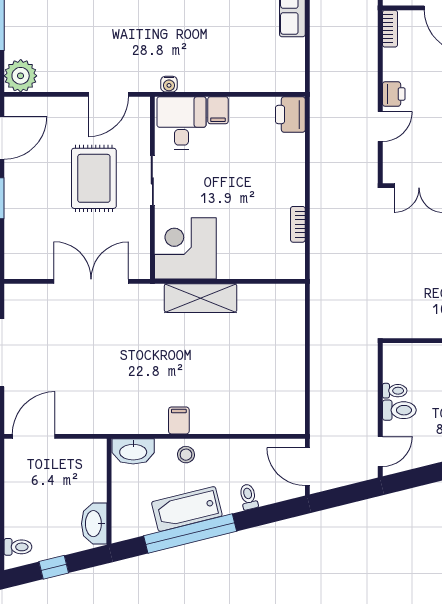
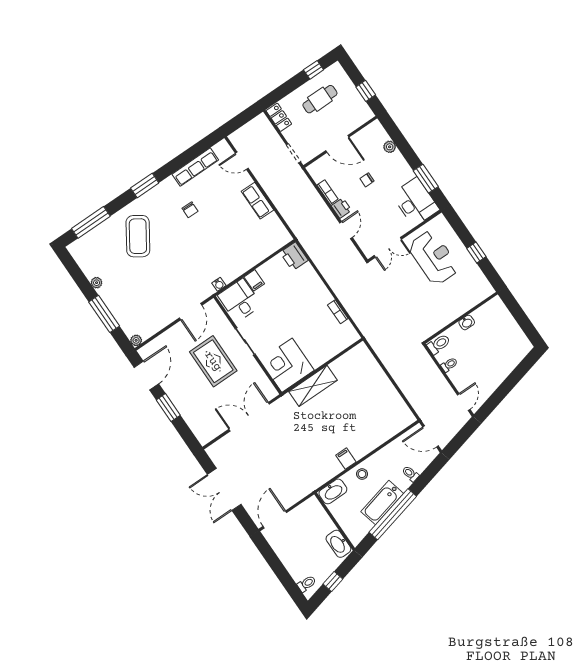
bookcase: (390, 29) -> (327, 192), moved
plant: (21, 76) -> (136, 340), width x0.53, depth x0.53
toilet: (399, 410) -> (439, 344), moved

